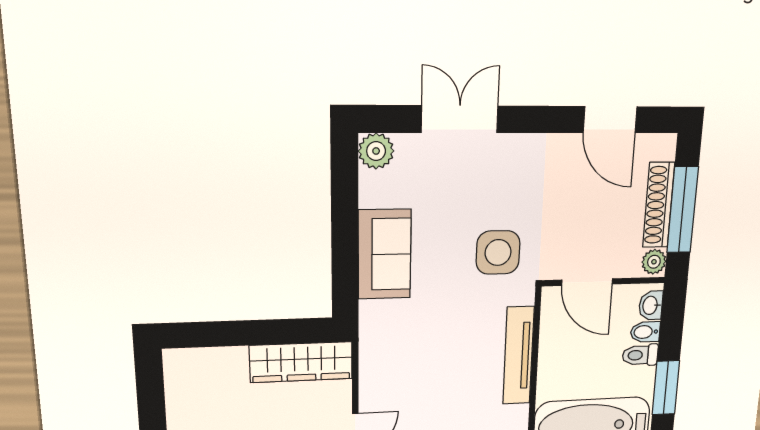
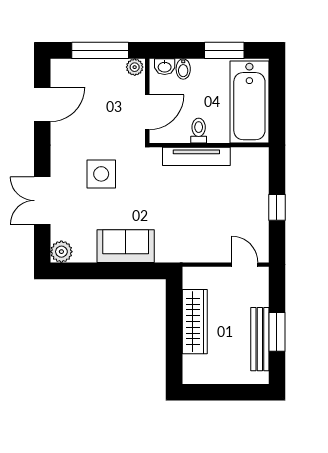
shoe rack: (659, 205) -> (97, 67), removed
side table: (498, 252) -> (101, 174), moved
toilet: (640, 355) -> (199, 131), moved, turned 180
wardrobe: (301, 362) -> (195, 322), moved

